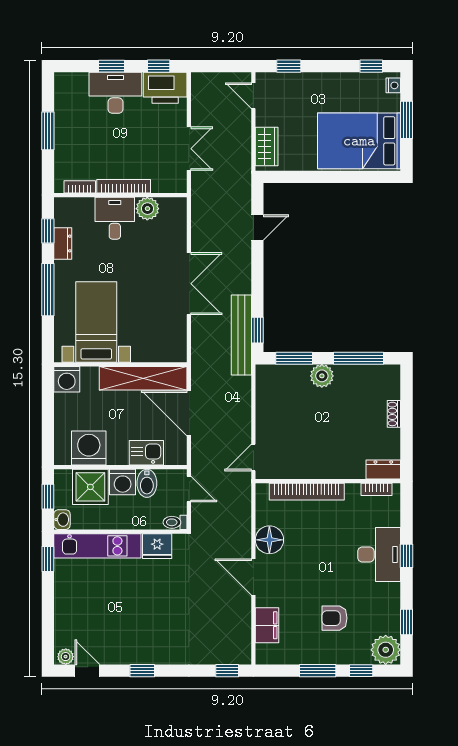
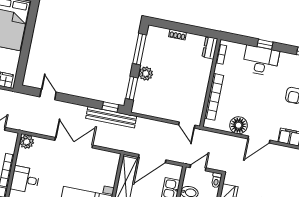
plant: (147, 209) -> (27, 142), moved

